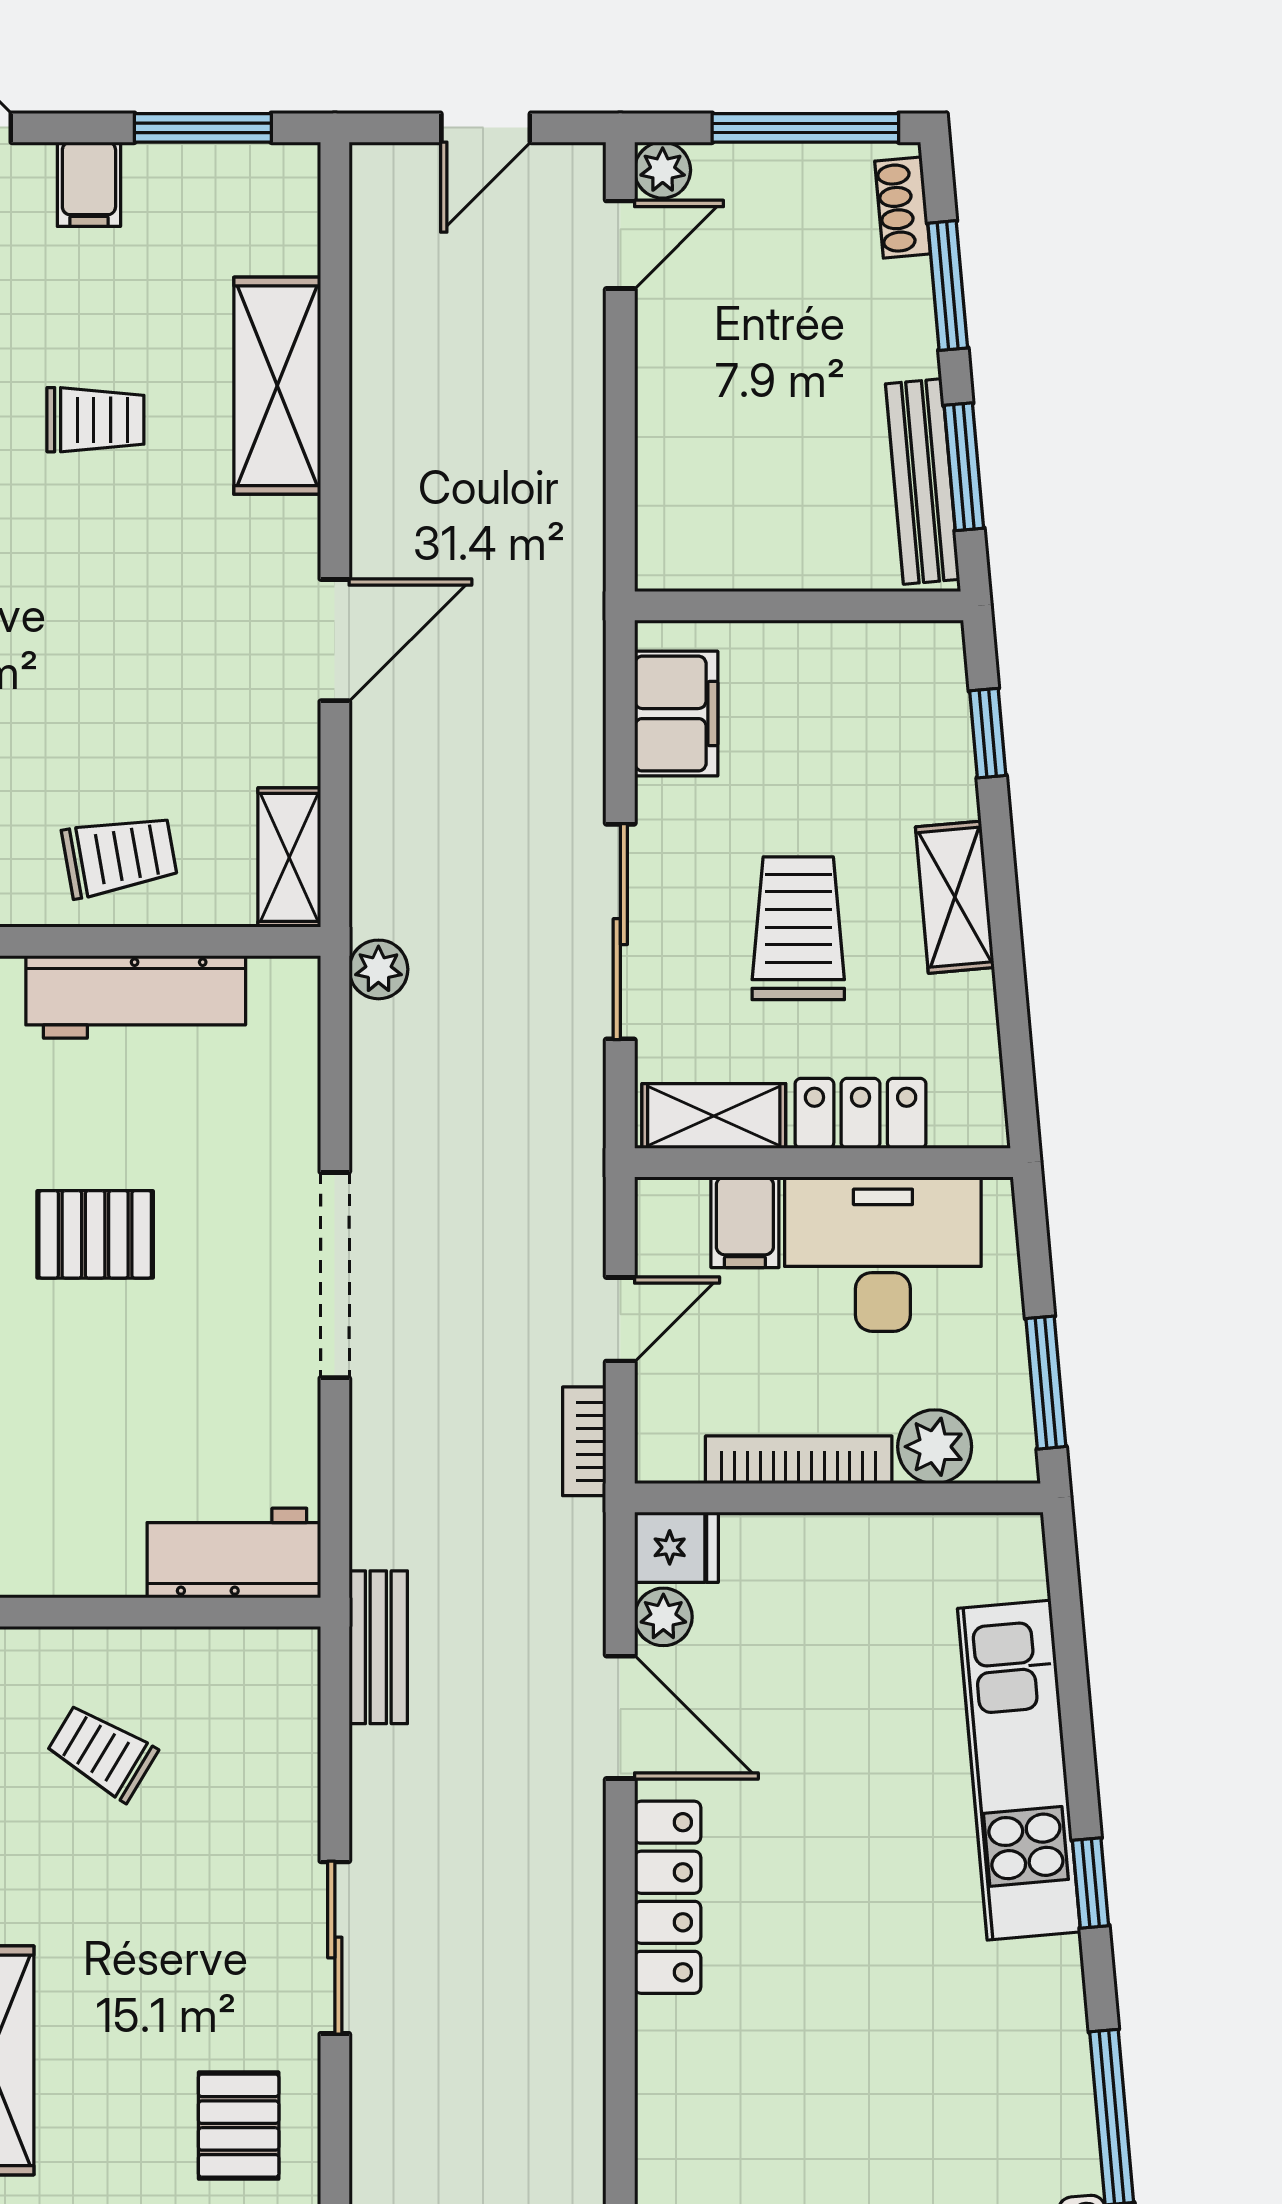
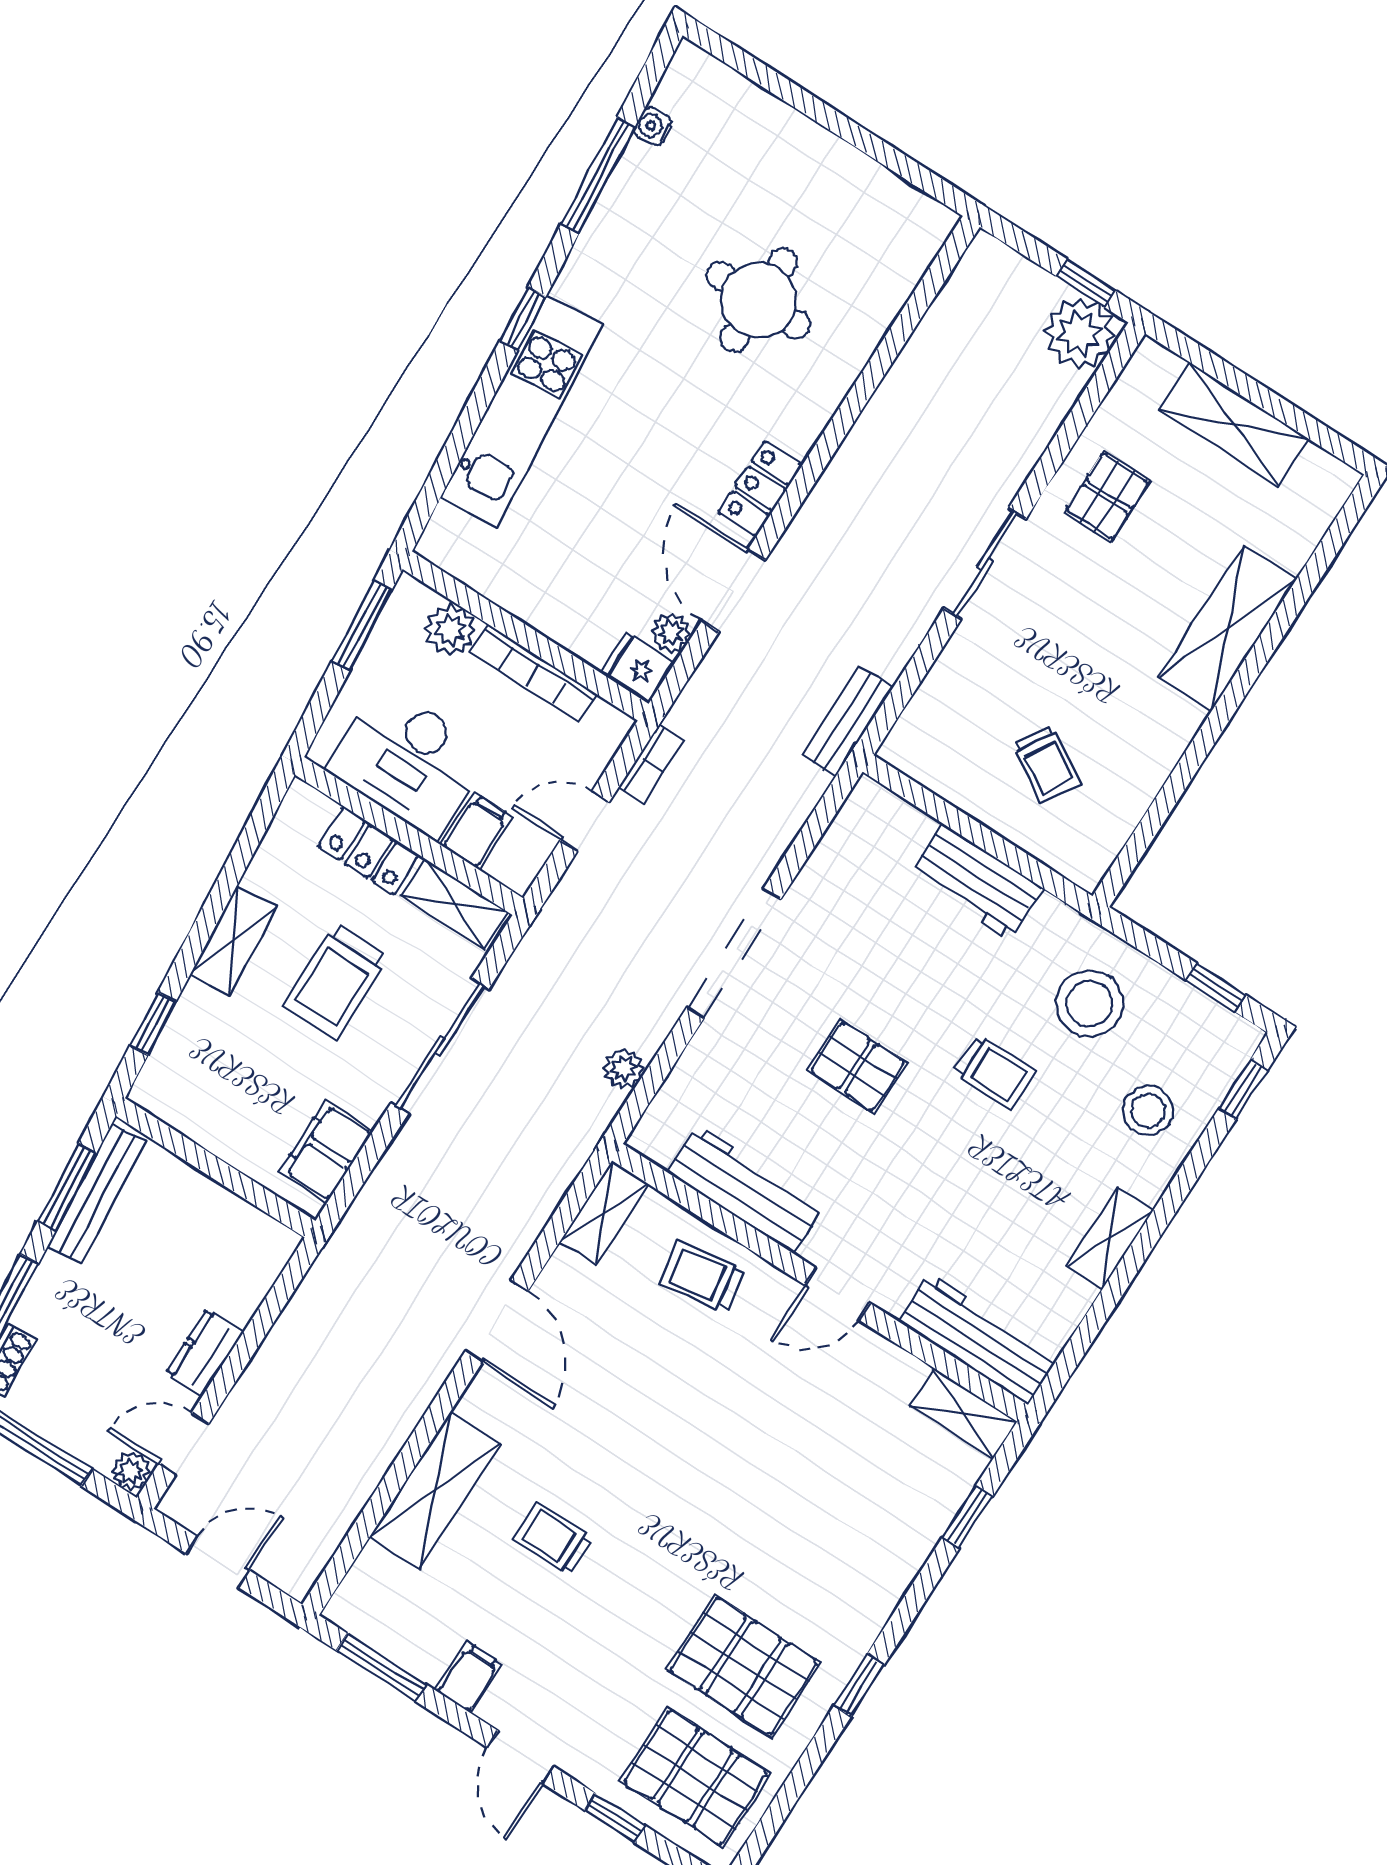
dresser: (666, 373) -> (205, 1353), added
door: (335, 640) -> (497, 1321), swing flipped
plant: (378, 969) -> (624, 1069), moved
workbench: (234, 1553) -> (976, 882), moved
locker: (668, 1897) -> (760, 488), width x0.66
round table: (818, 2091) -> (759, 300), added

